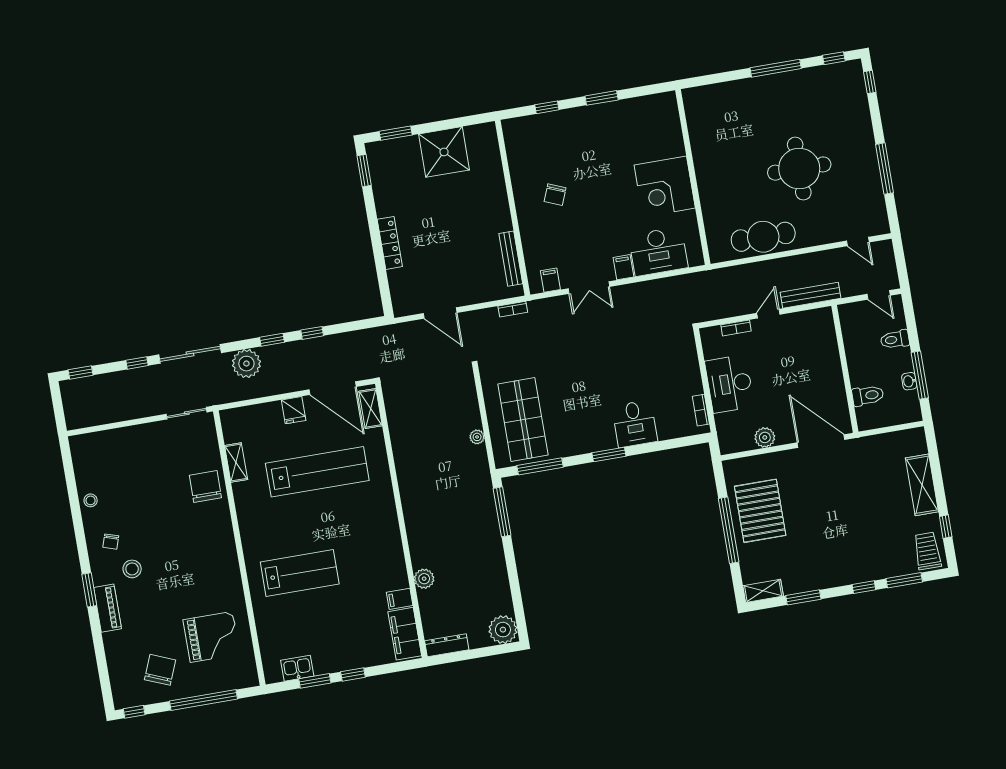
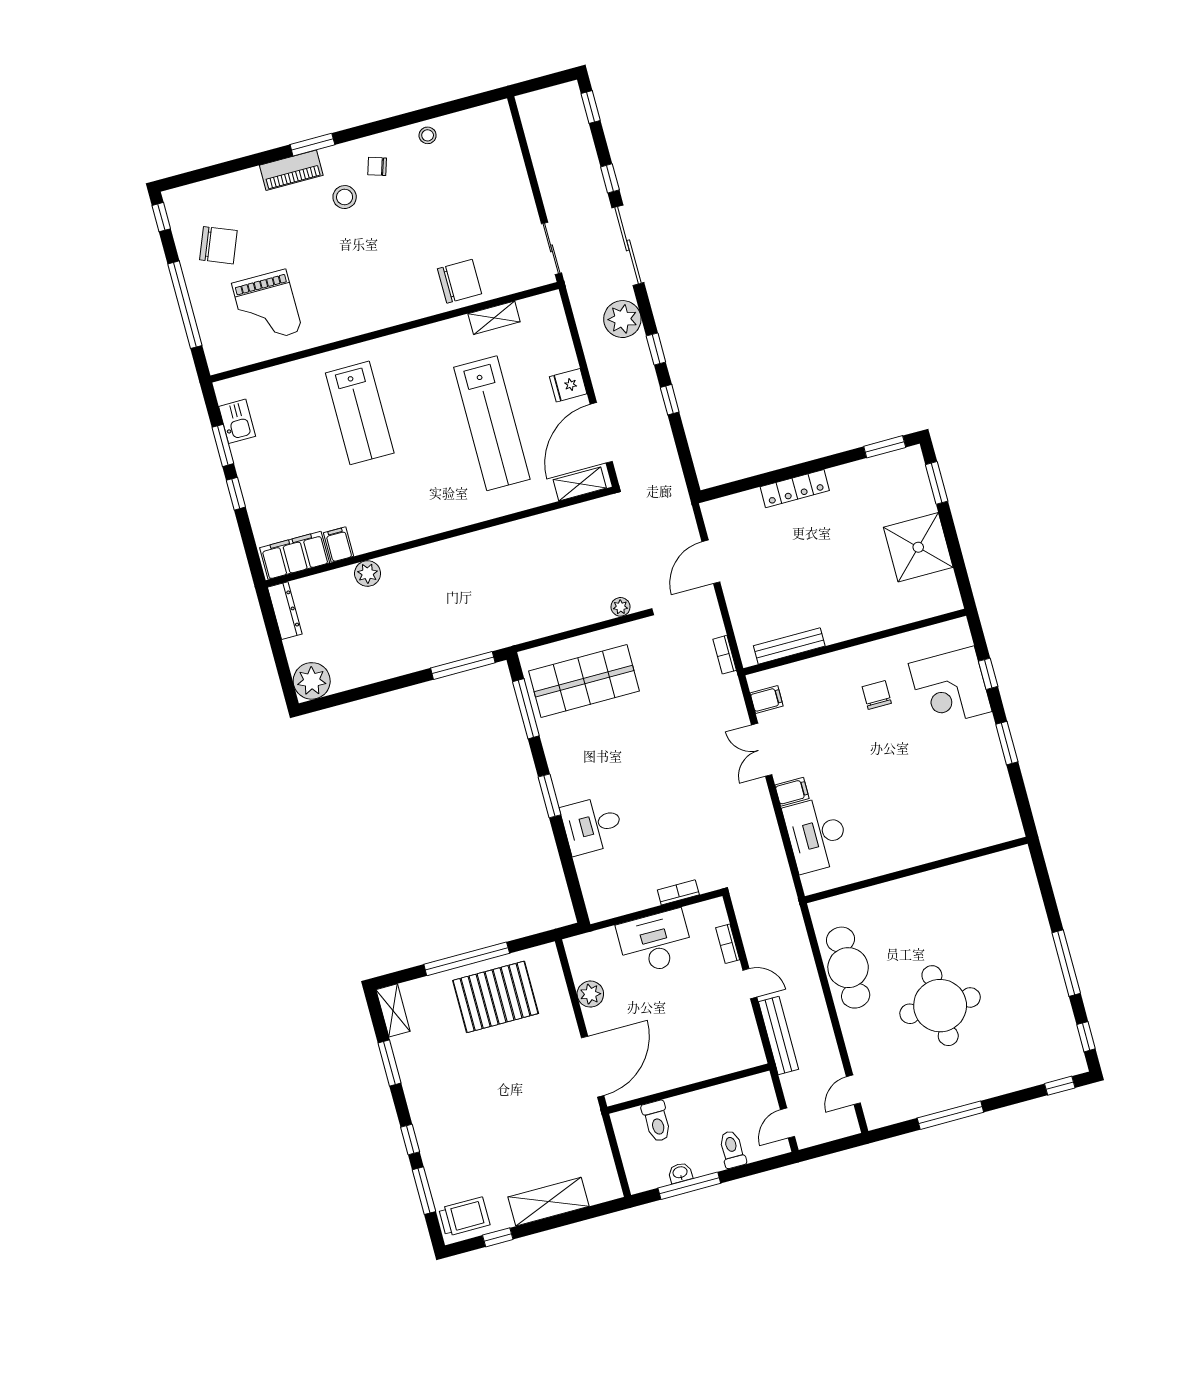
corner desk: (665, 187) -> (950, 687), moved, turned -90
chair: (555, 195) -> (877, 695), turned 68
bookcase: (701, 410) -> (678, 892), moved
plant: (477, 437) -> (621, 607), moved

